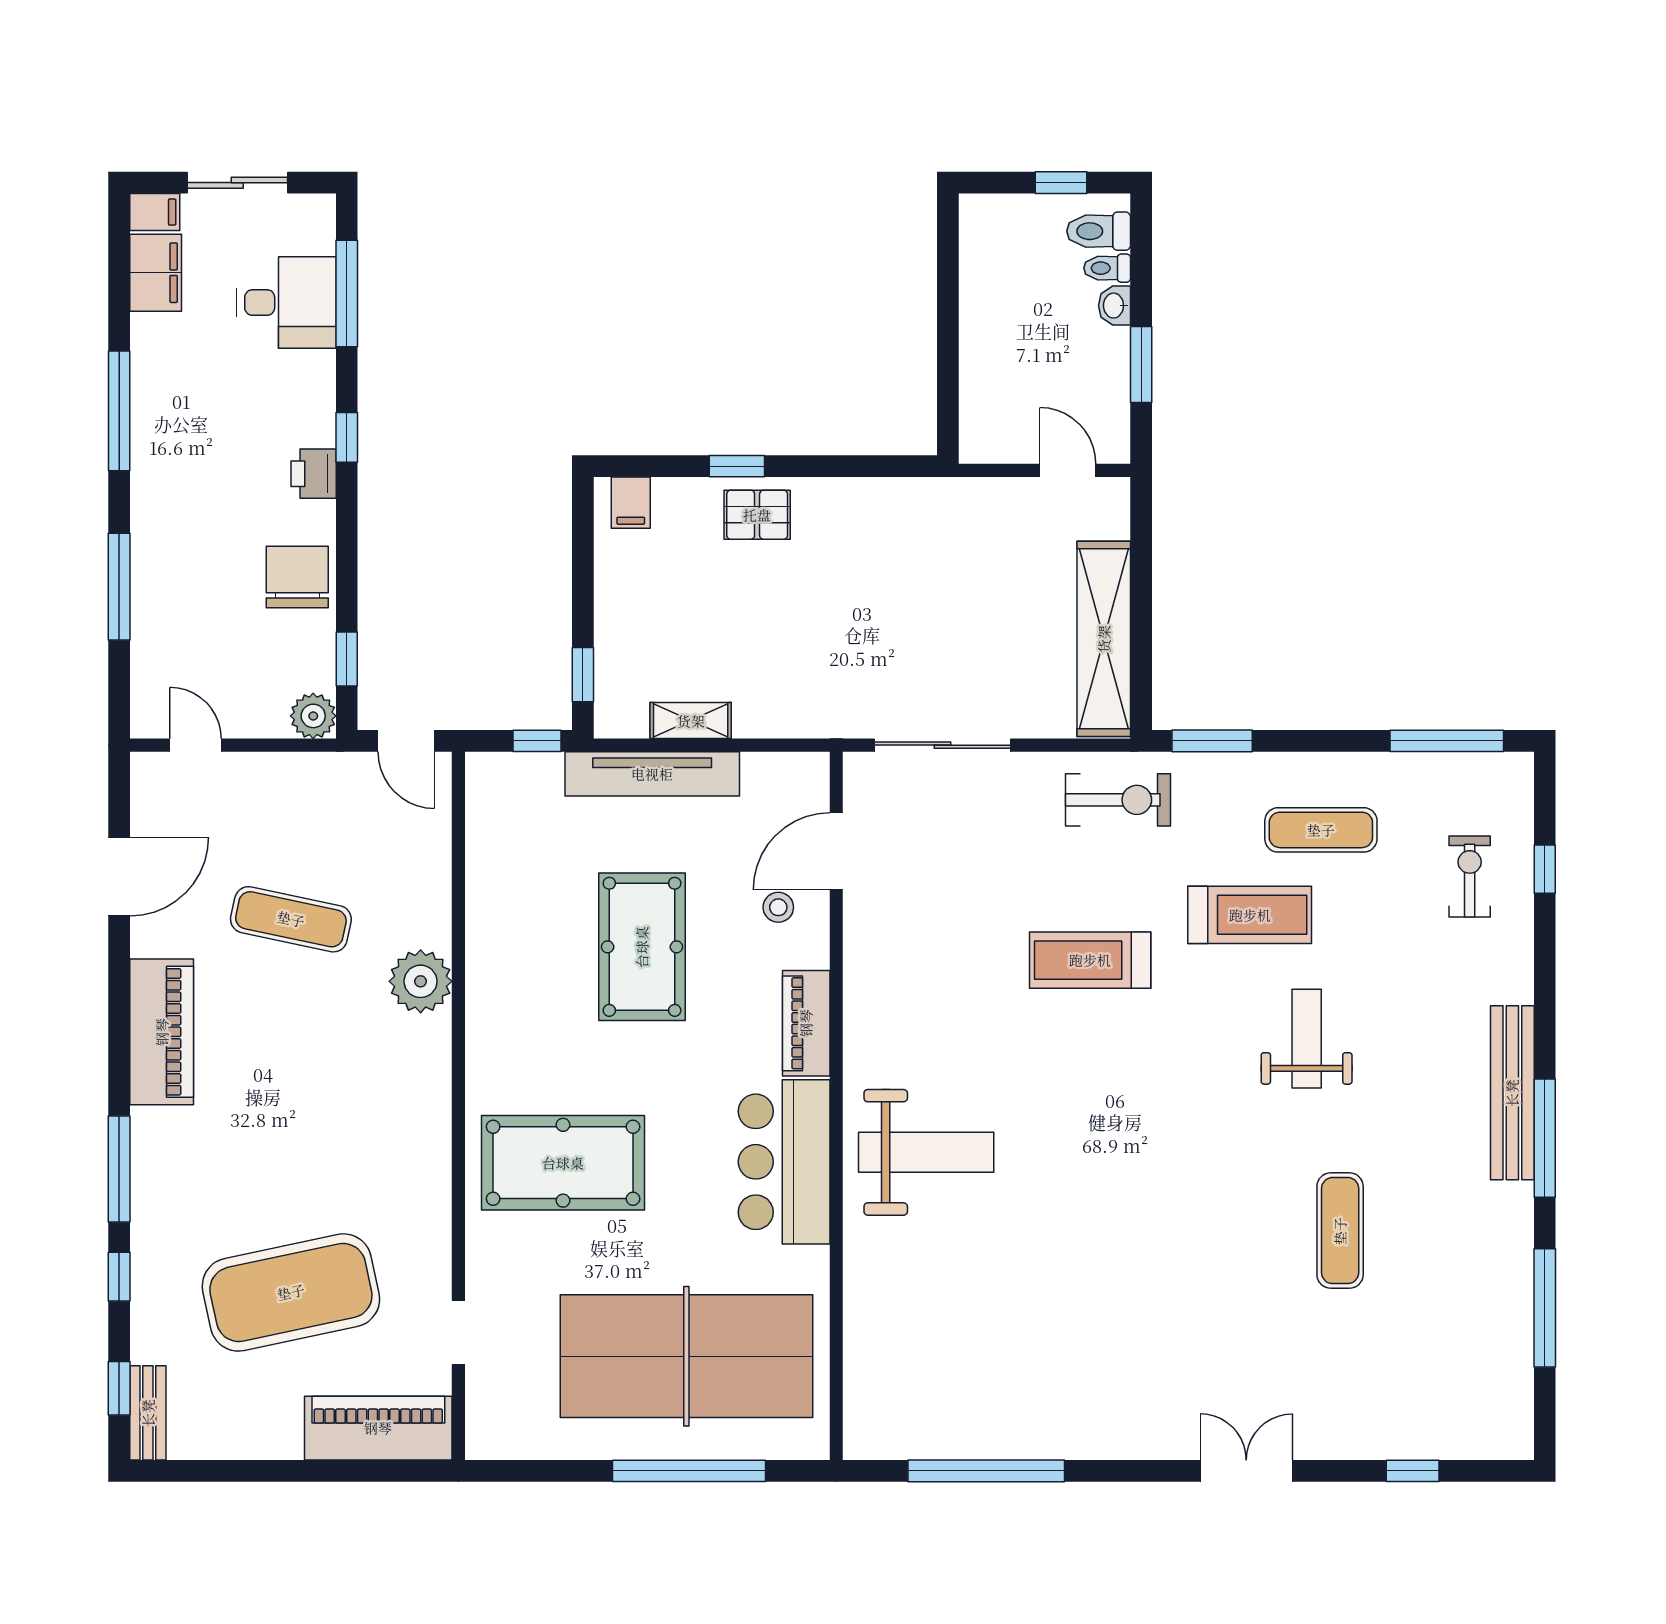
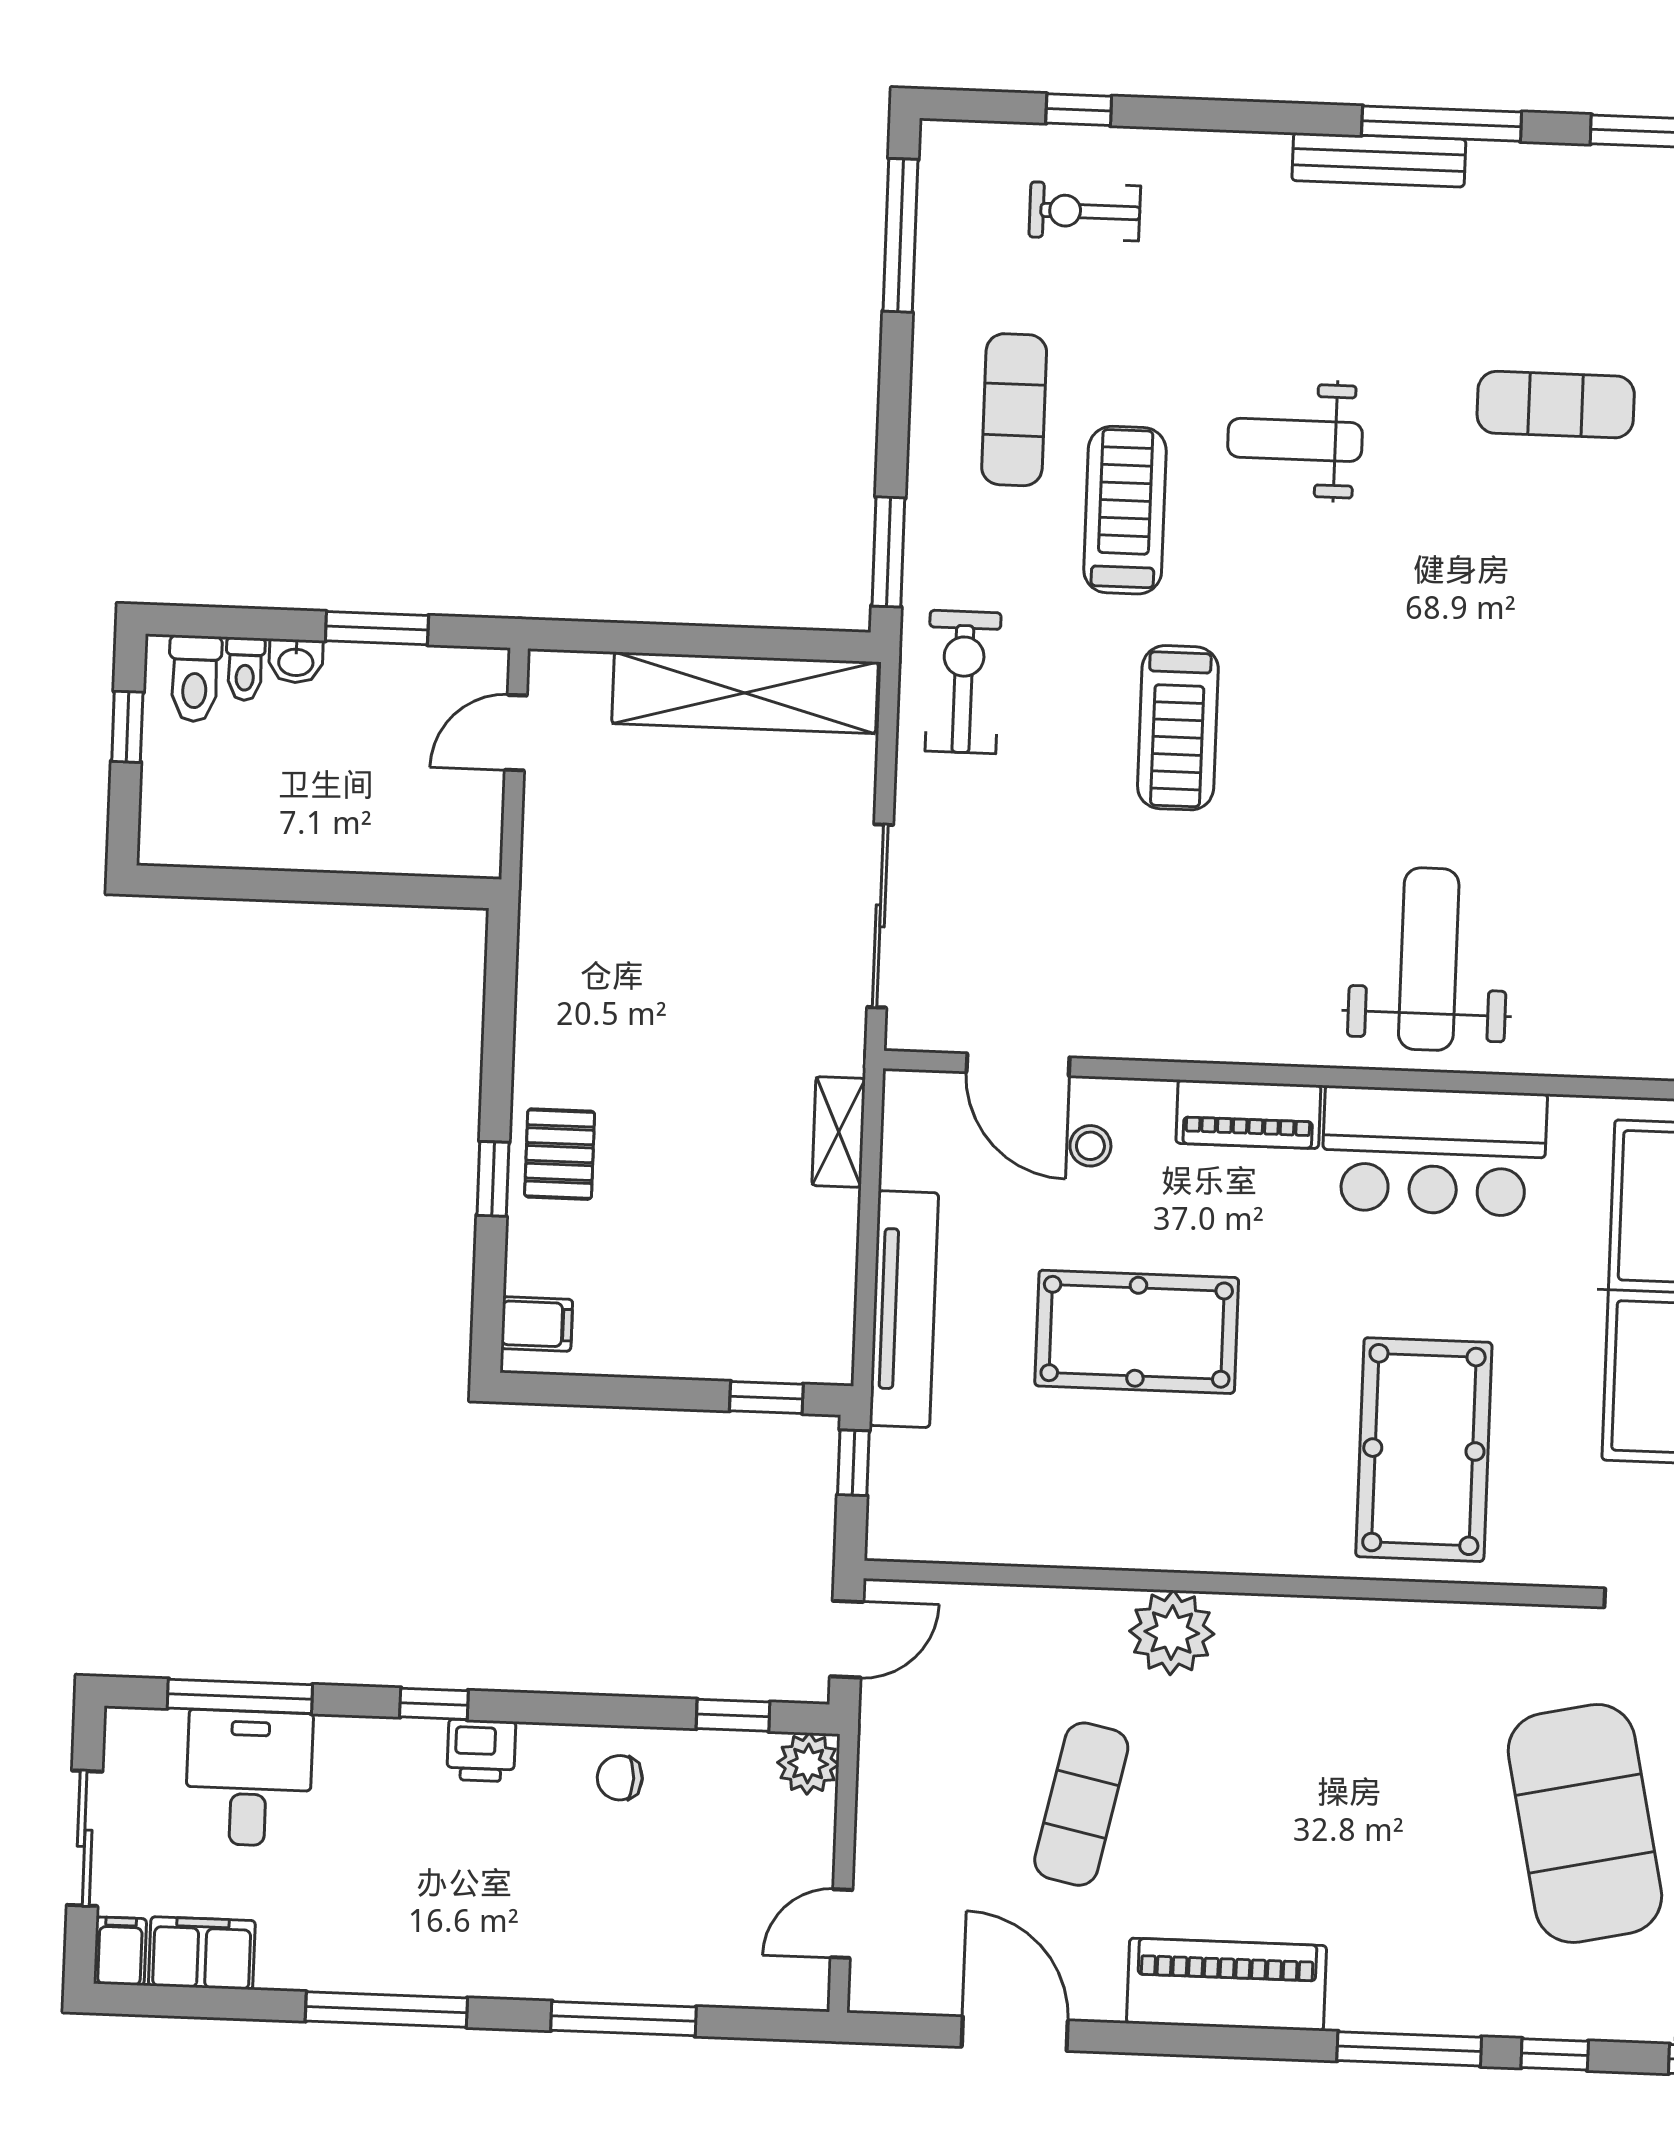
chair: (297, 577) -> (620, 1778), width x0.54, depth x0.54
shelving: (691, 721) -> (839, 1132), moved
bench: (1512, 1093) -> (1379, 160), width x0.73, depth x0.82

